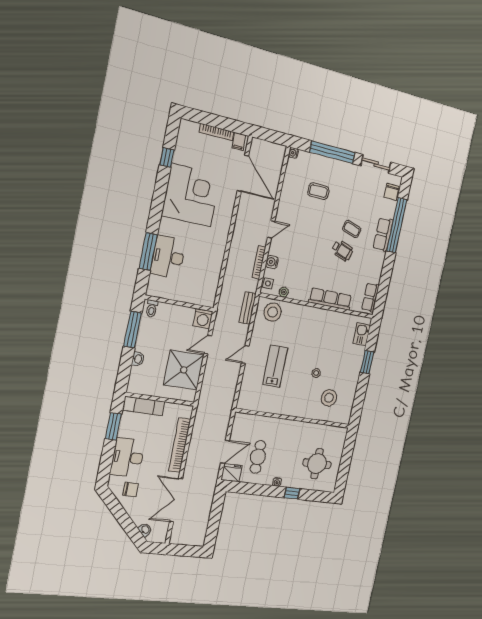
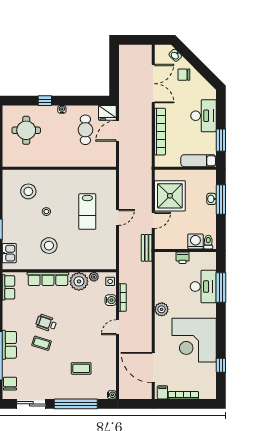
plant: (220, 240) -> (162, 309), added
plant: (300, 290) -> (79, 281), added
printer: (184, 295) -> (183, 258), added
bench: (248, 308) -> (147, 248), moved
stool: (273, 312) -> (49, 246), moved
washing machine: (203, 319) -> (195, 241), moved
window: (133, 330) -> (221, 200), moved
chair: (131, 489) -> (184, 75), moved

